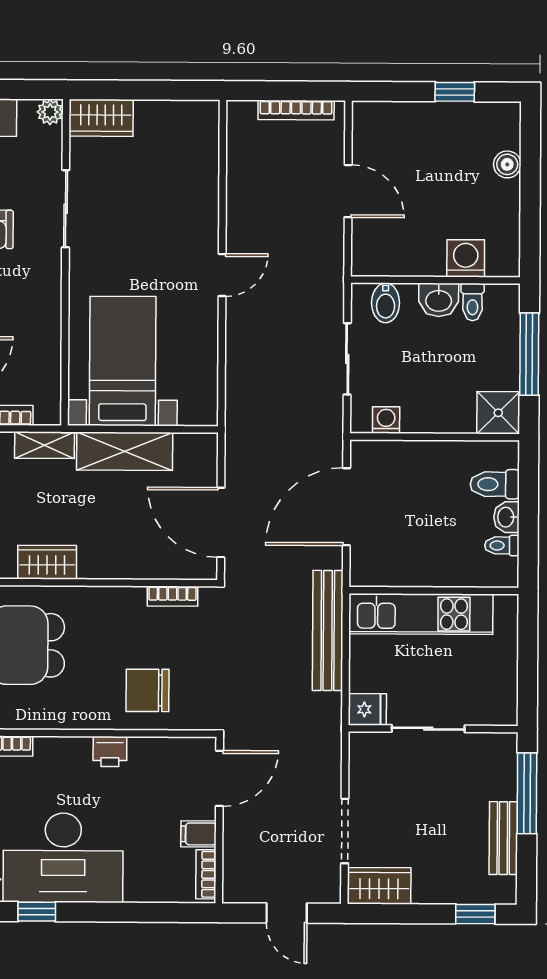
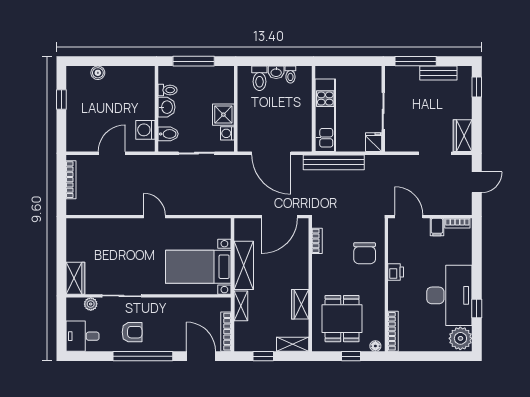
plant: (50, 112) -> (91, 304), moved
washing machine: (466, 258) -> (145, 130), moved
shower: (498, 413) -> (223, 115), moved

